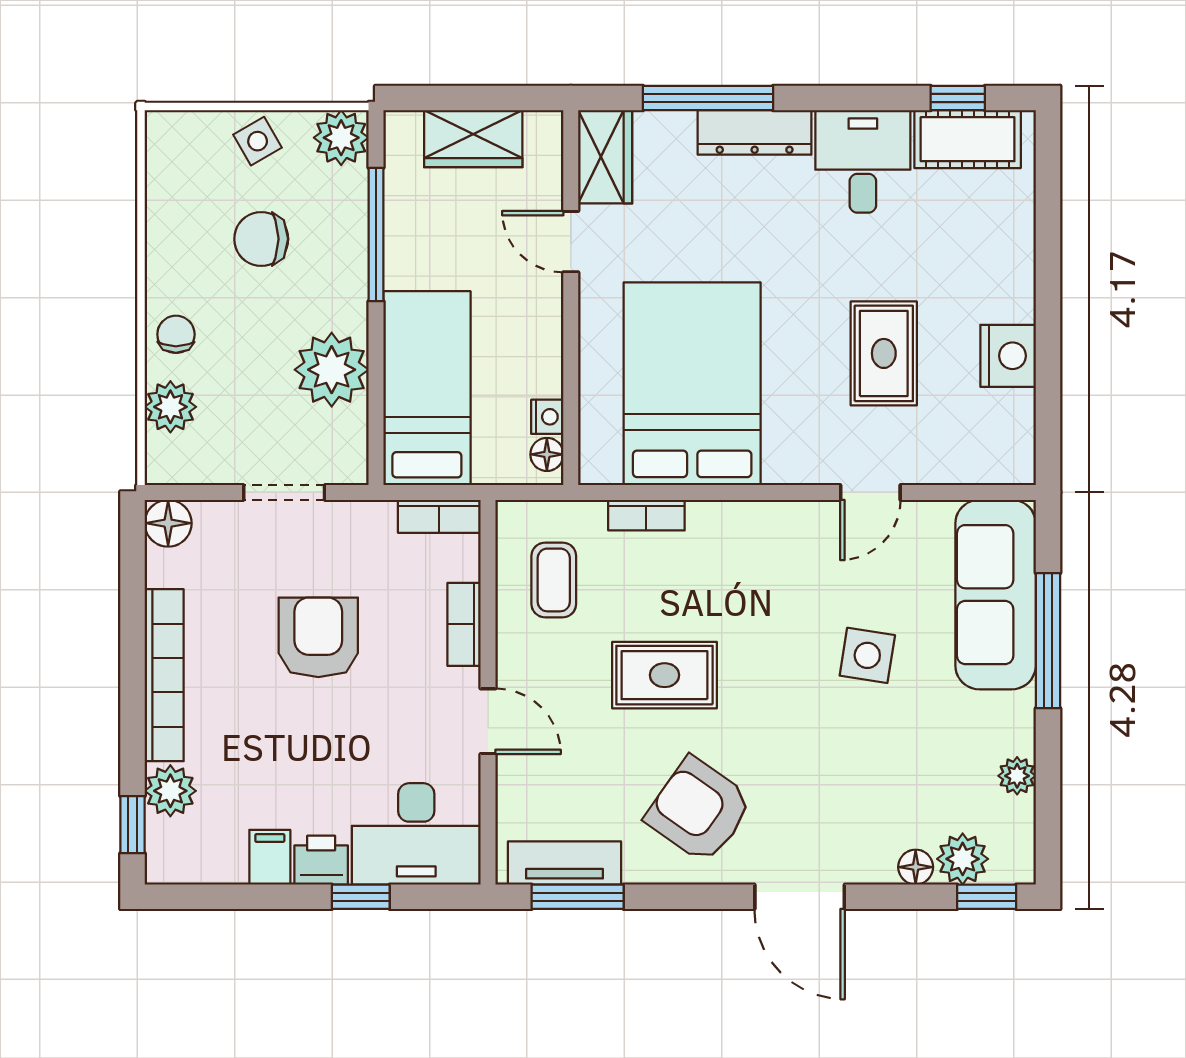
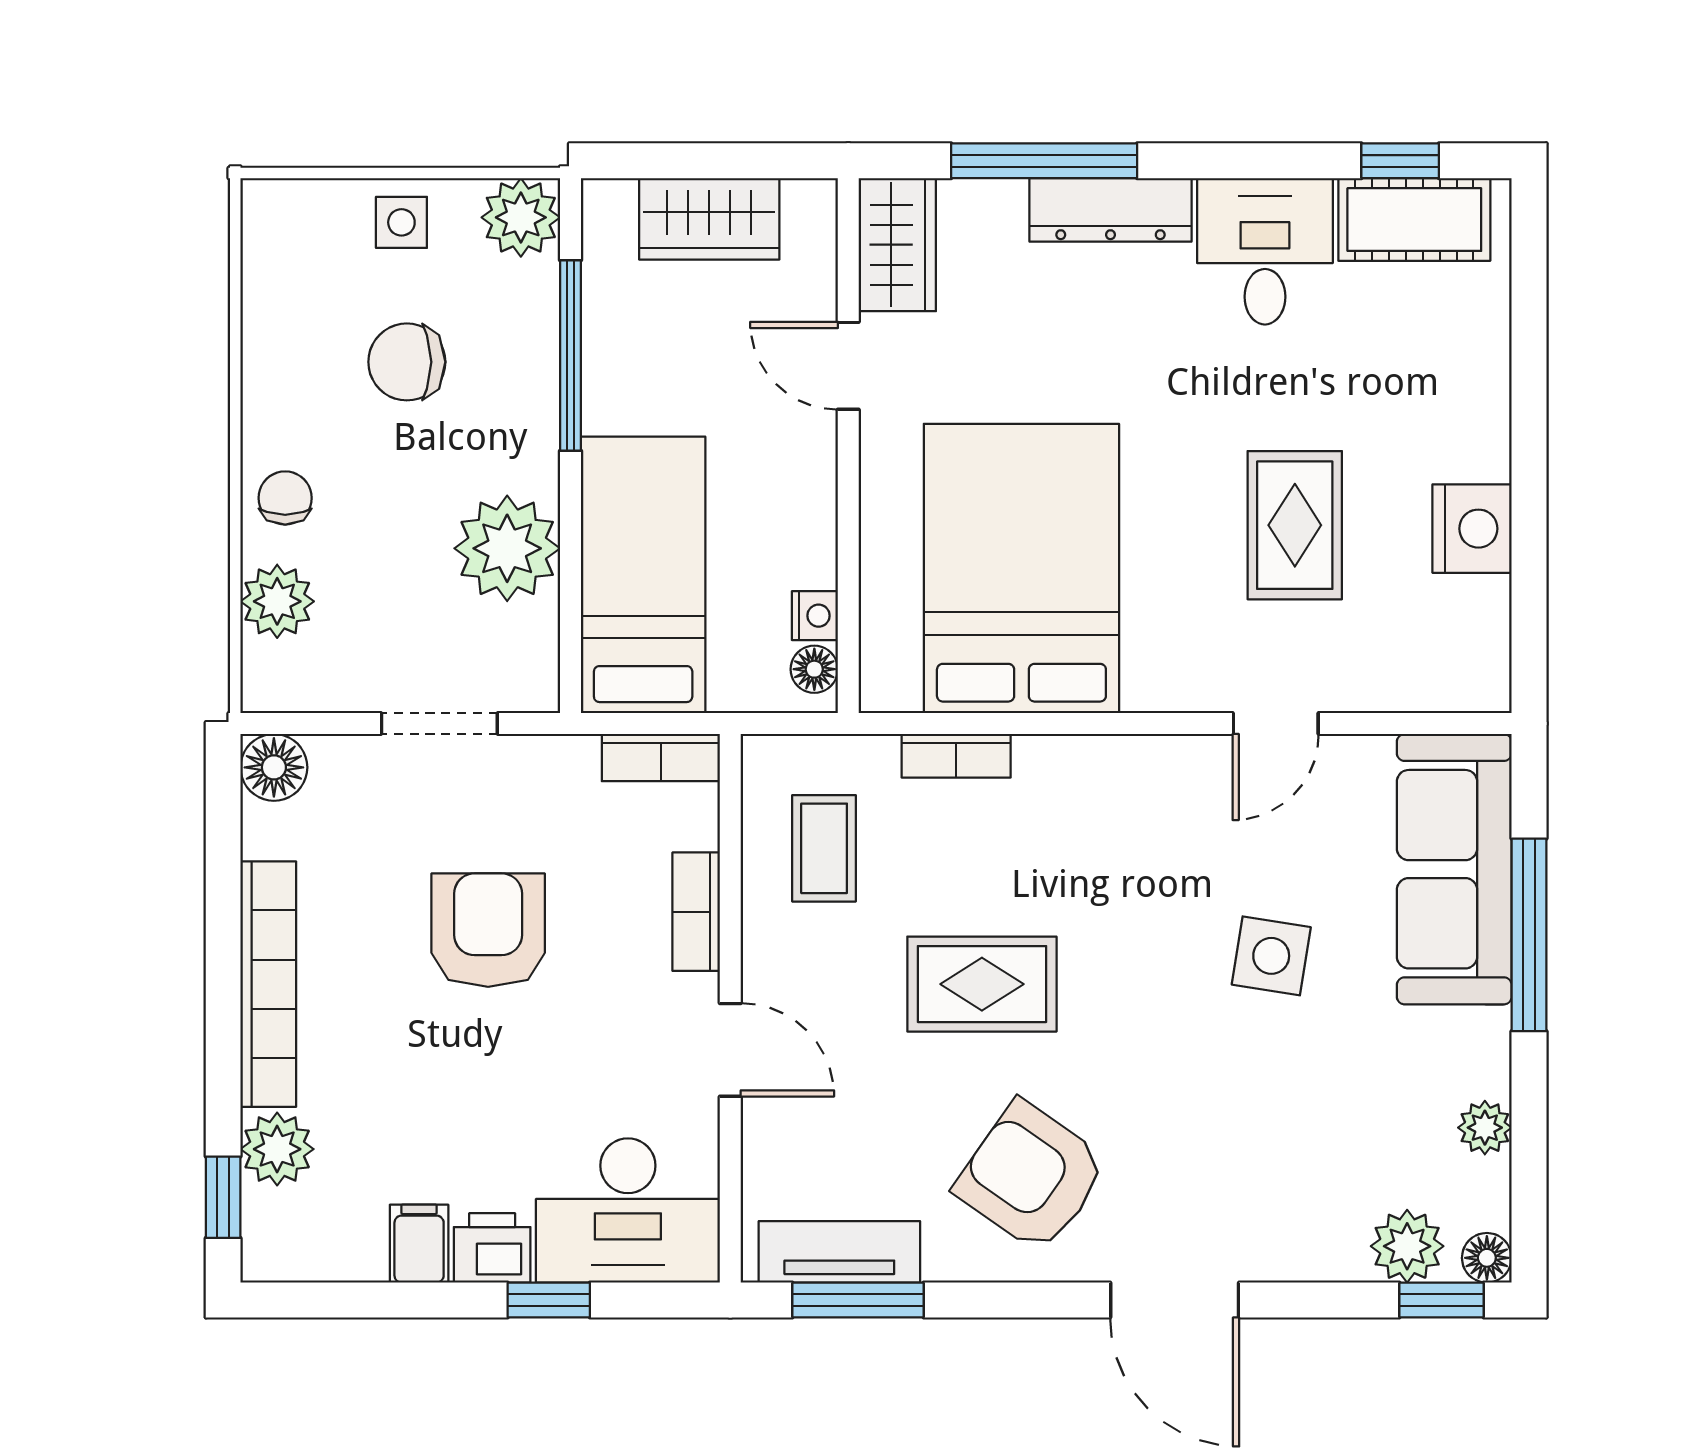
side table: (258, 141) -> (401, 222), turned 30
floor lamp: (916, 867) -> (1487, 1258), moved

